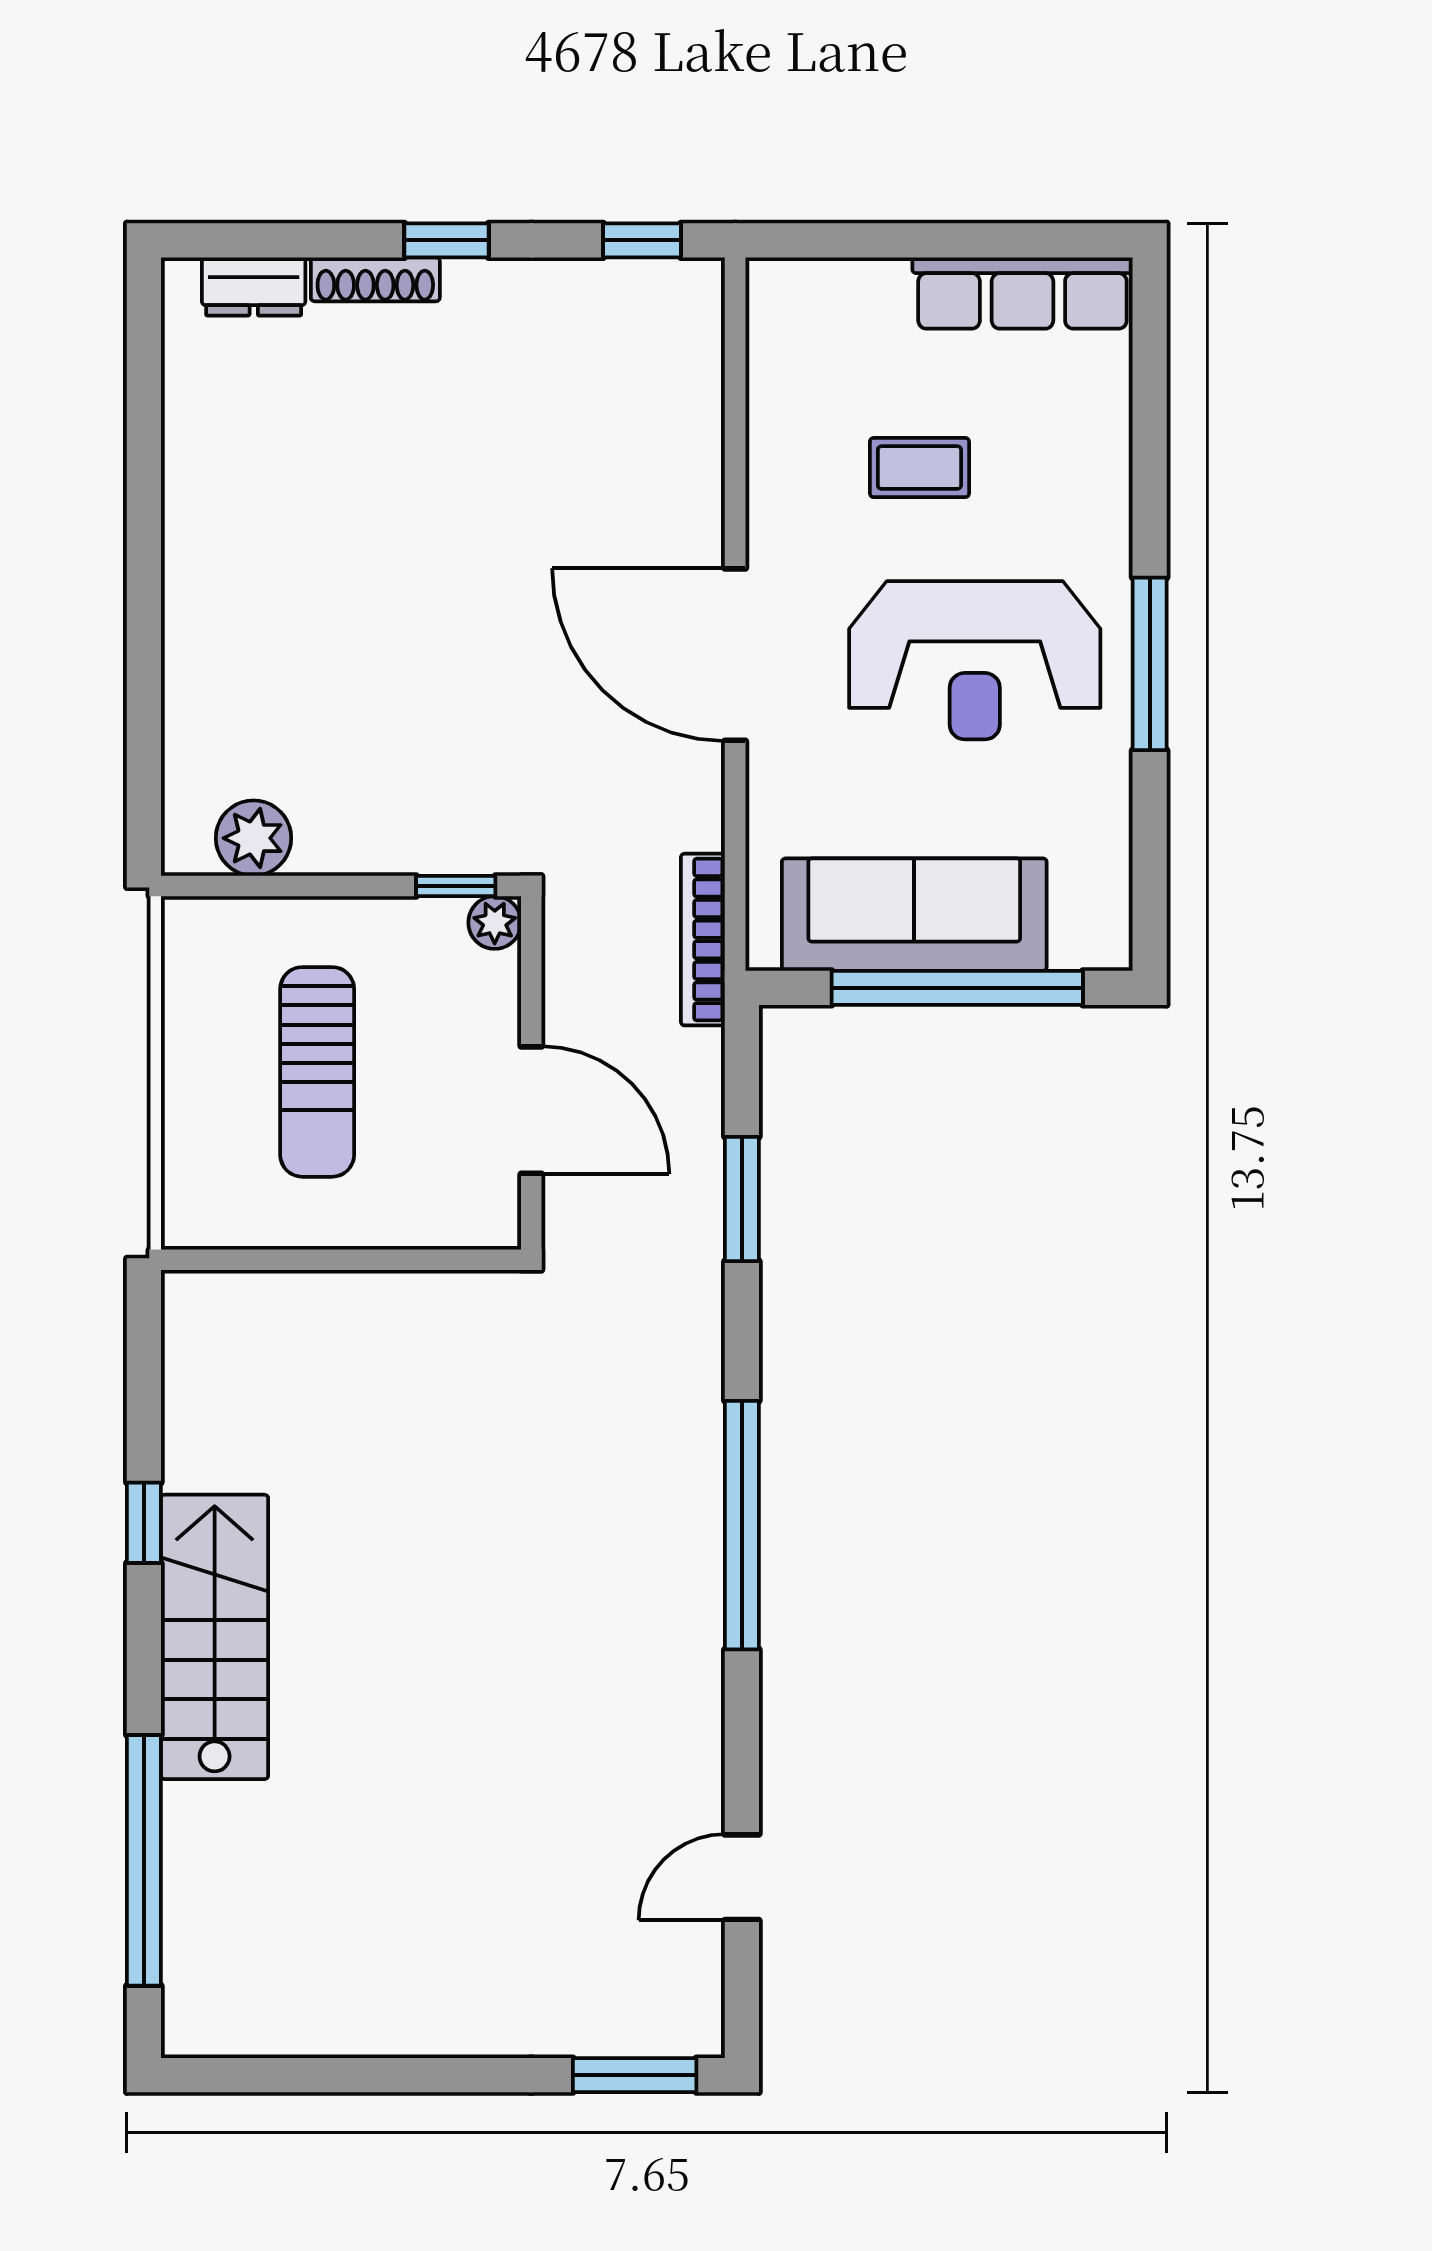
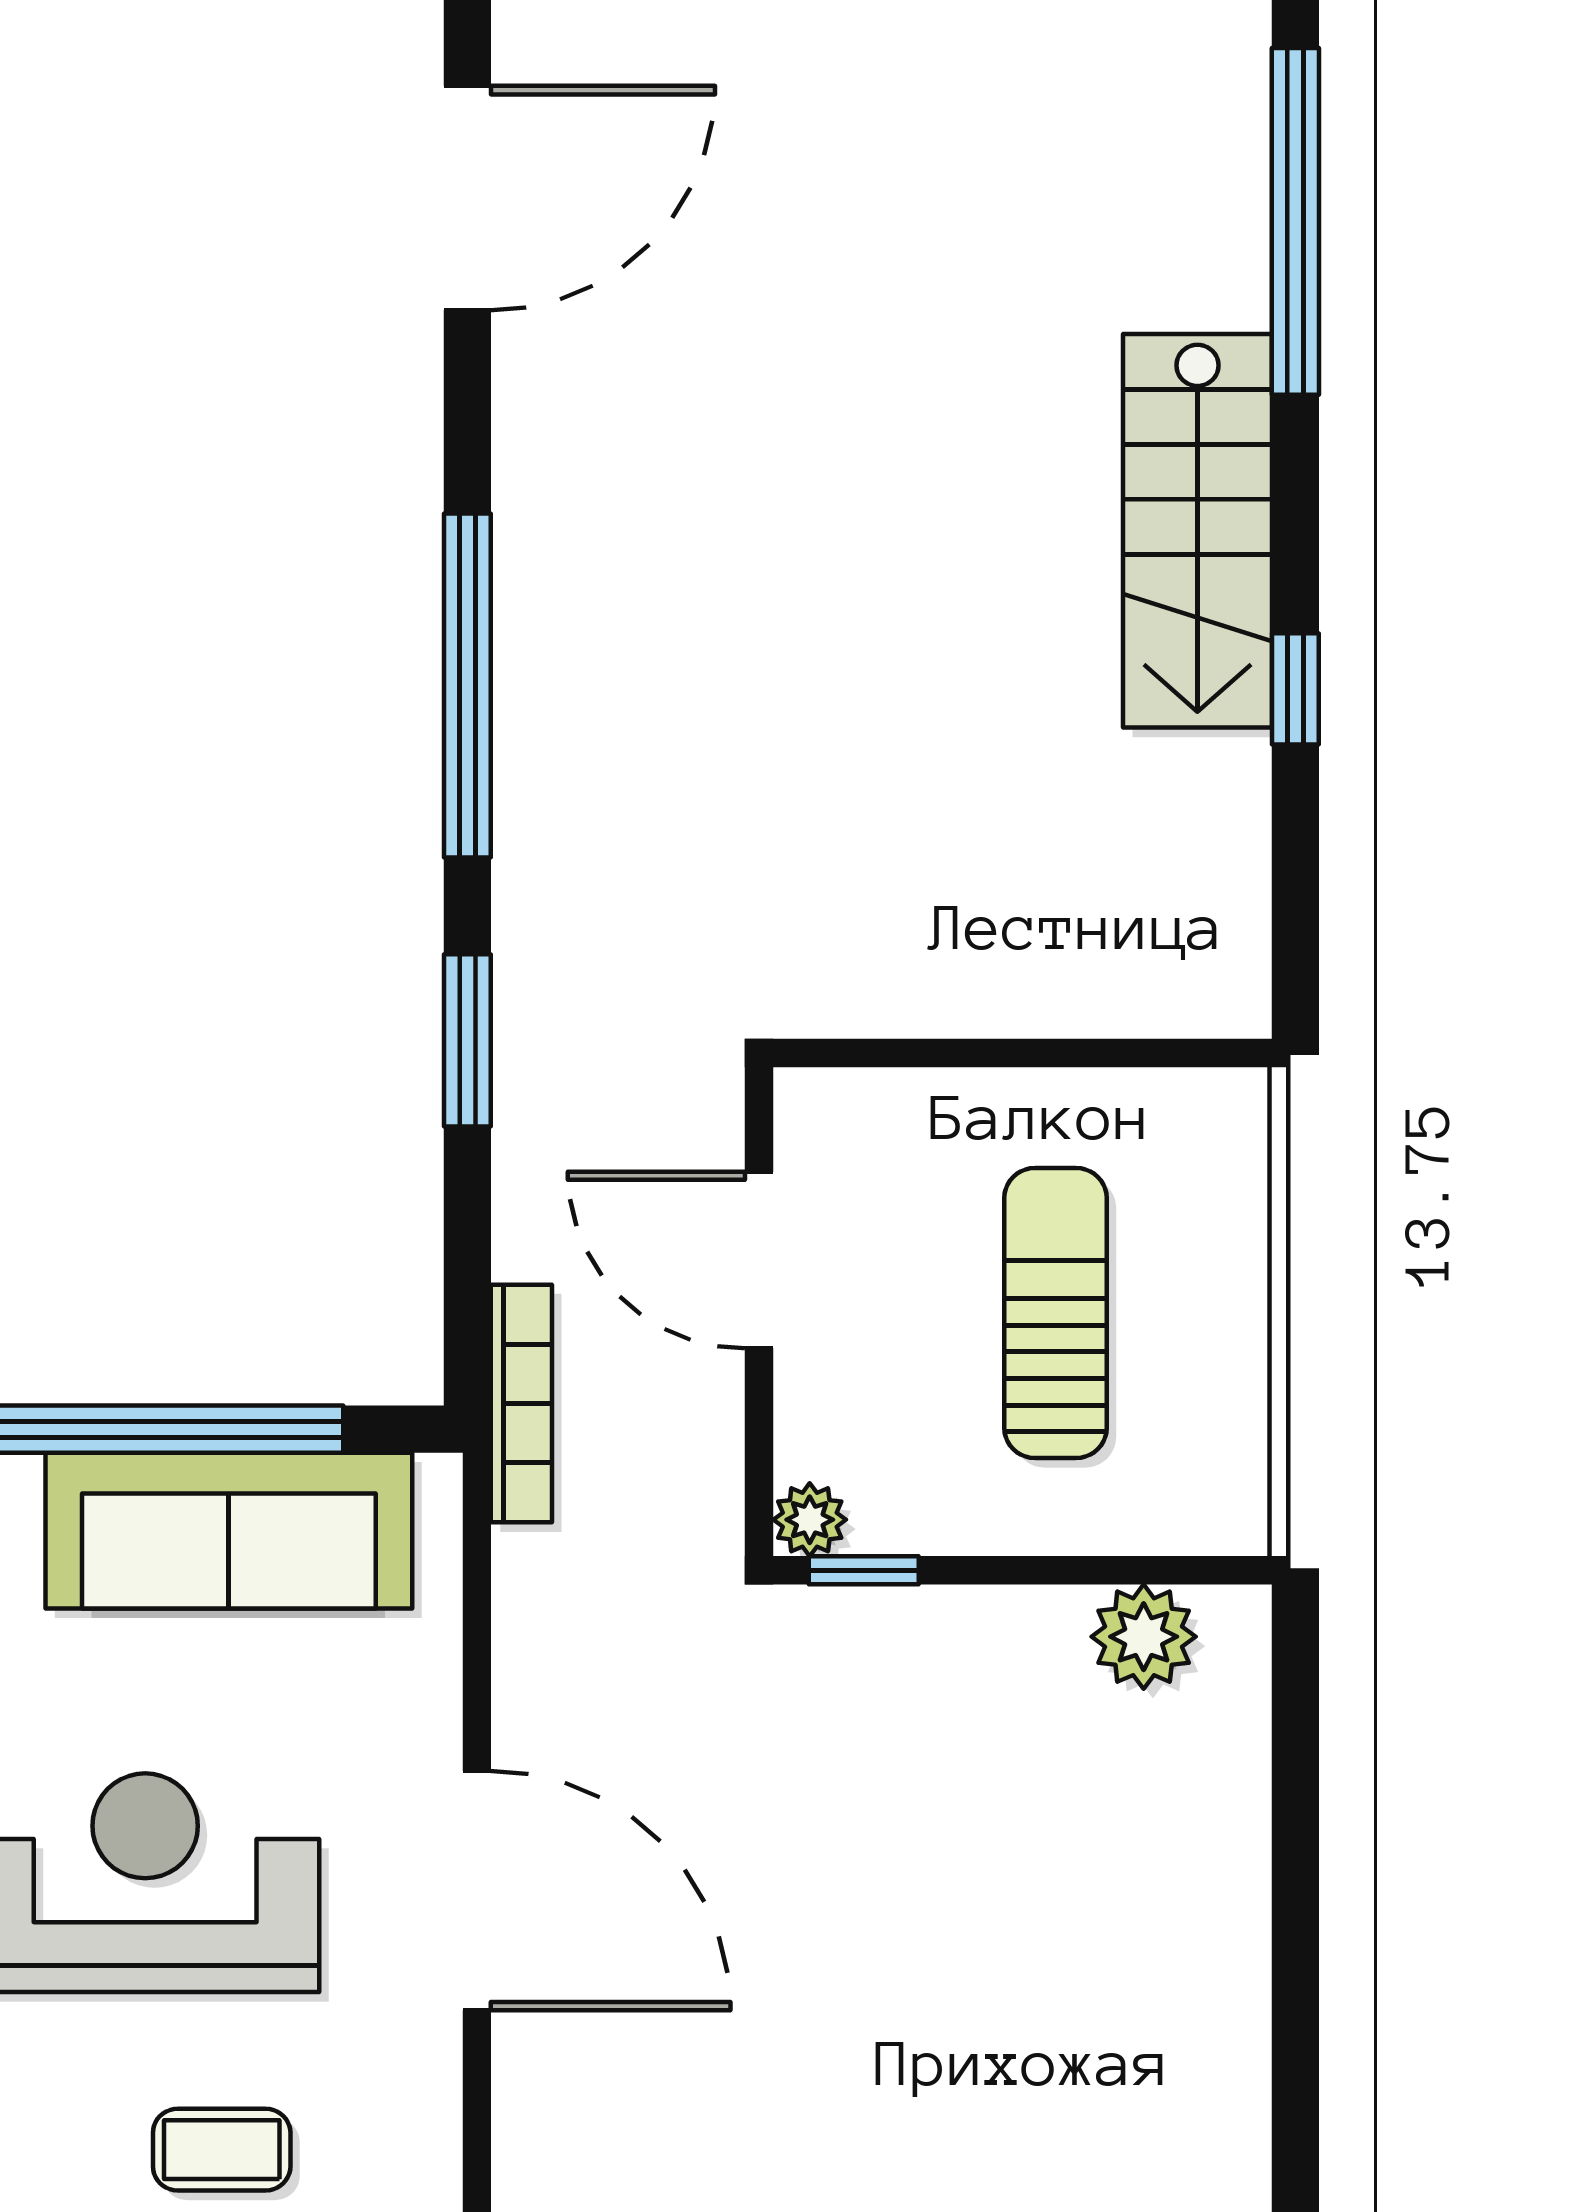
bookcase: (703, 940) -> (521, 1404), moved
window: (742, 1199) -> (467, 1040), moved
door: (742, 1877) -> (467, 198), width x1.87

